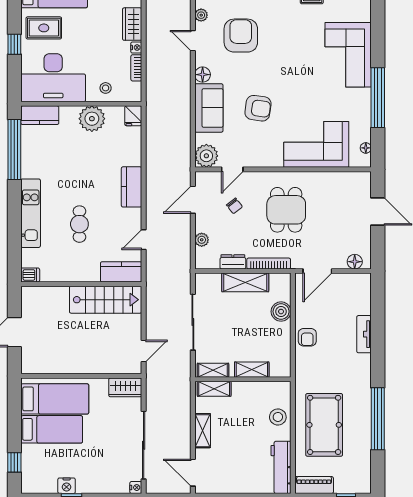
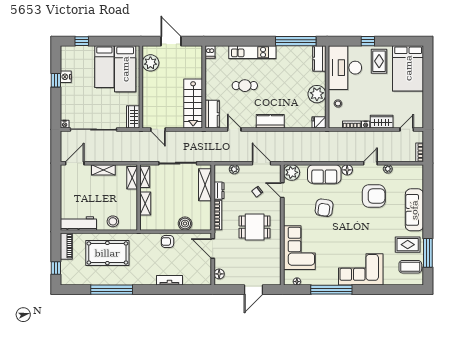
shelving: (245, 282) -> (205, 185), moved
plant: (46, 362) -> (150, 63), added

